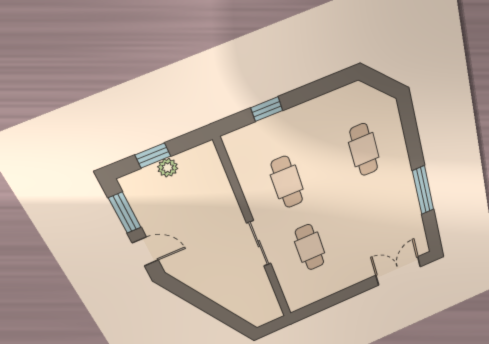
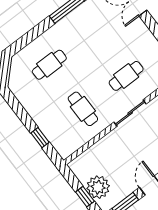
plant: (168, 168) -> (98, 187), width x1.87, depth x1.87
cafe table: (287, 182) -> (83, 109), turned 90

